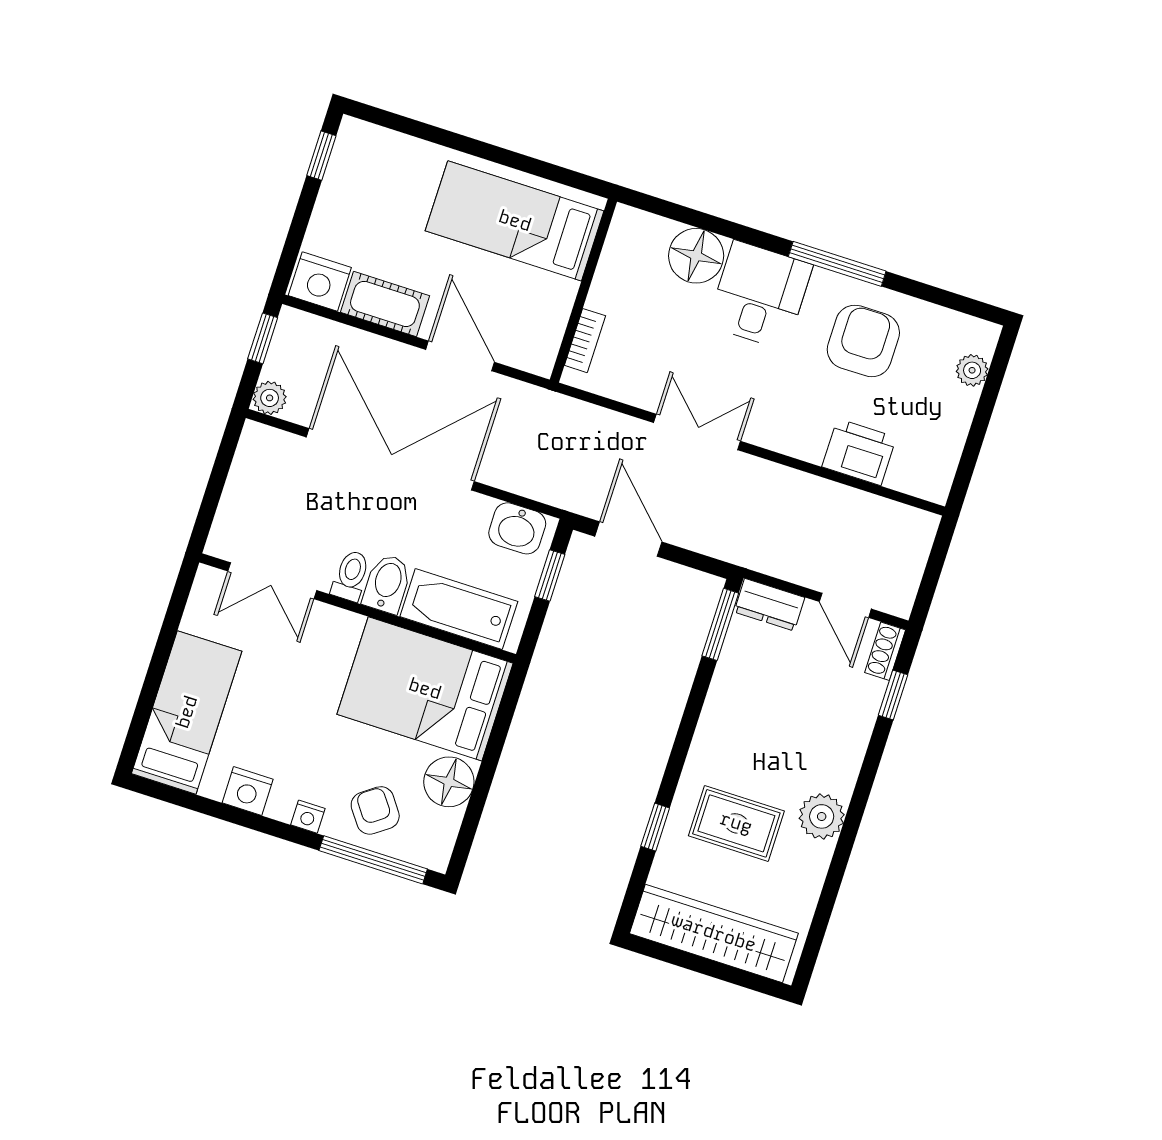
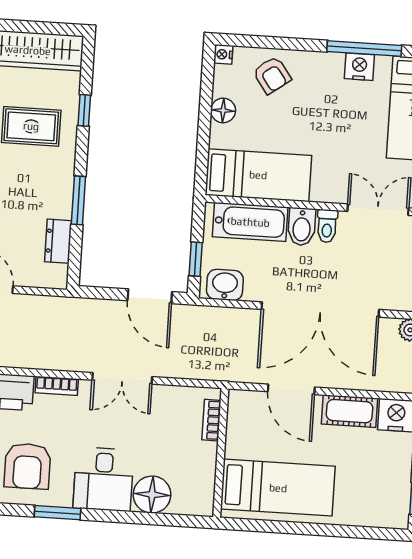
window: (837, 264) -> (57, 513), width x0.69
bookcase: (793, 445) -> (57, 386), added
dresser: (769, 605) -> (58, 241), moved, turned -90
window: (720, 624) -> (78, 200), moved
bed: (425, 689) -> (258, 175), width x0.67
floor lamp: (449, 782) -> (223, 110), width x0.73, depth x0.73
nightstand: (308, 817) -> (223, 54), moved, turned -90
window: (373, 860) -> (364, 49), moved

